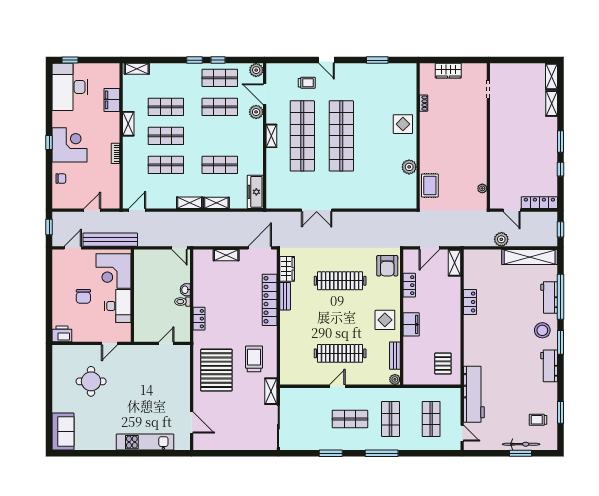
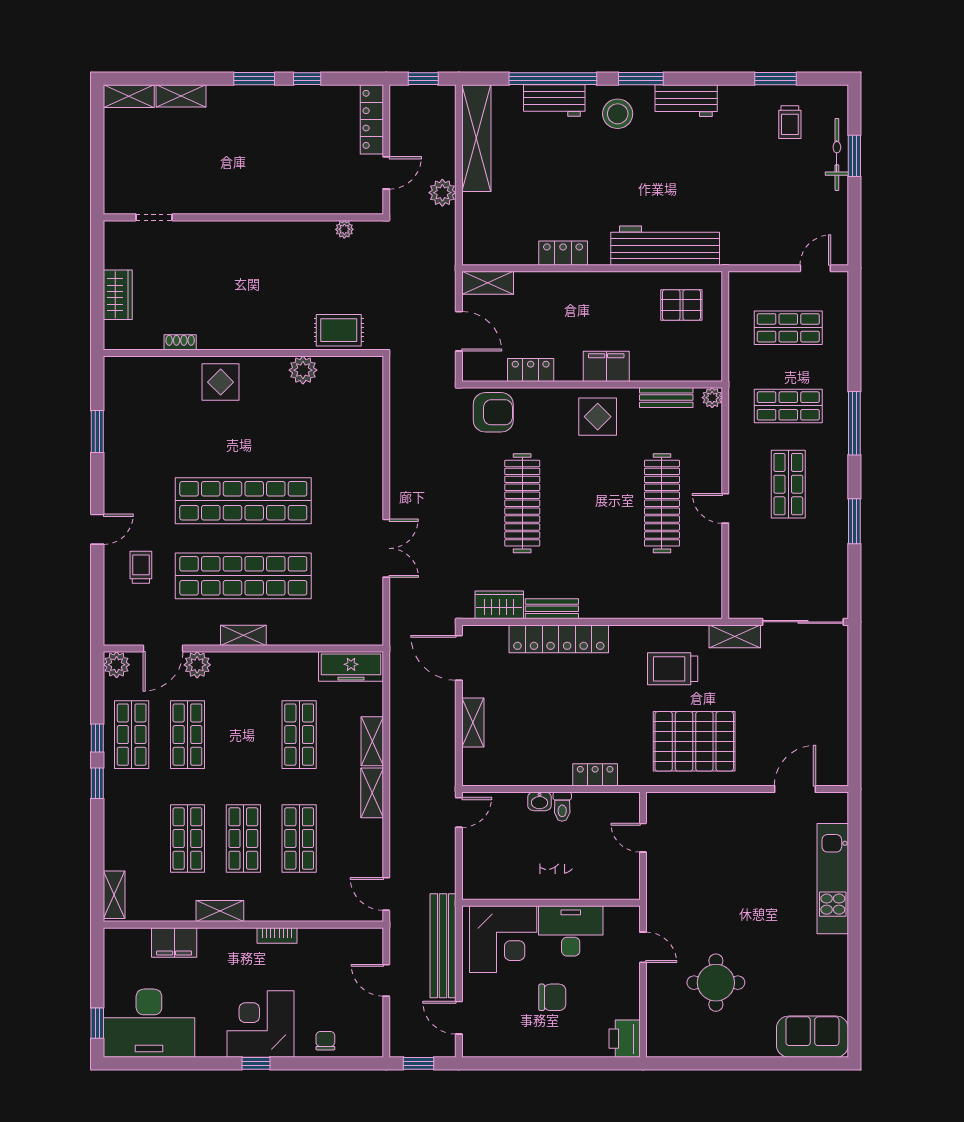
workbench: (474, 394) -> (665, 246), moved

